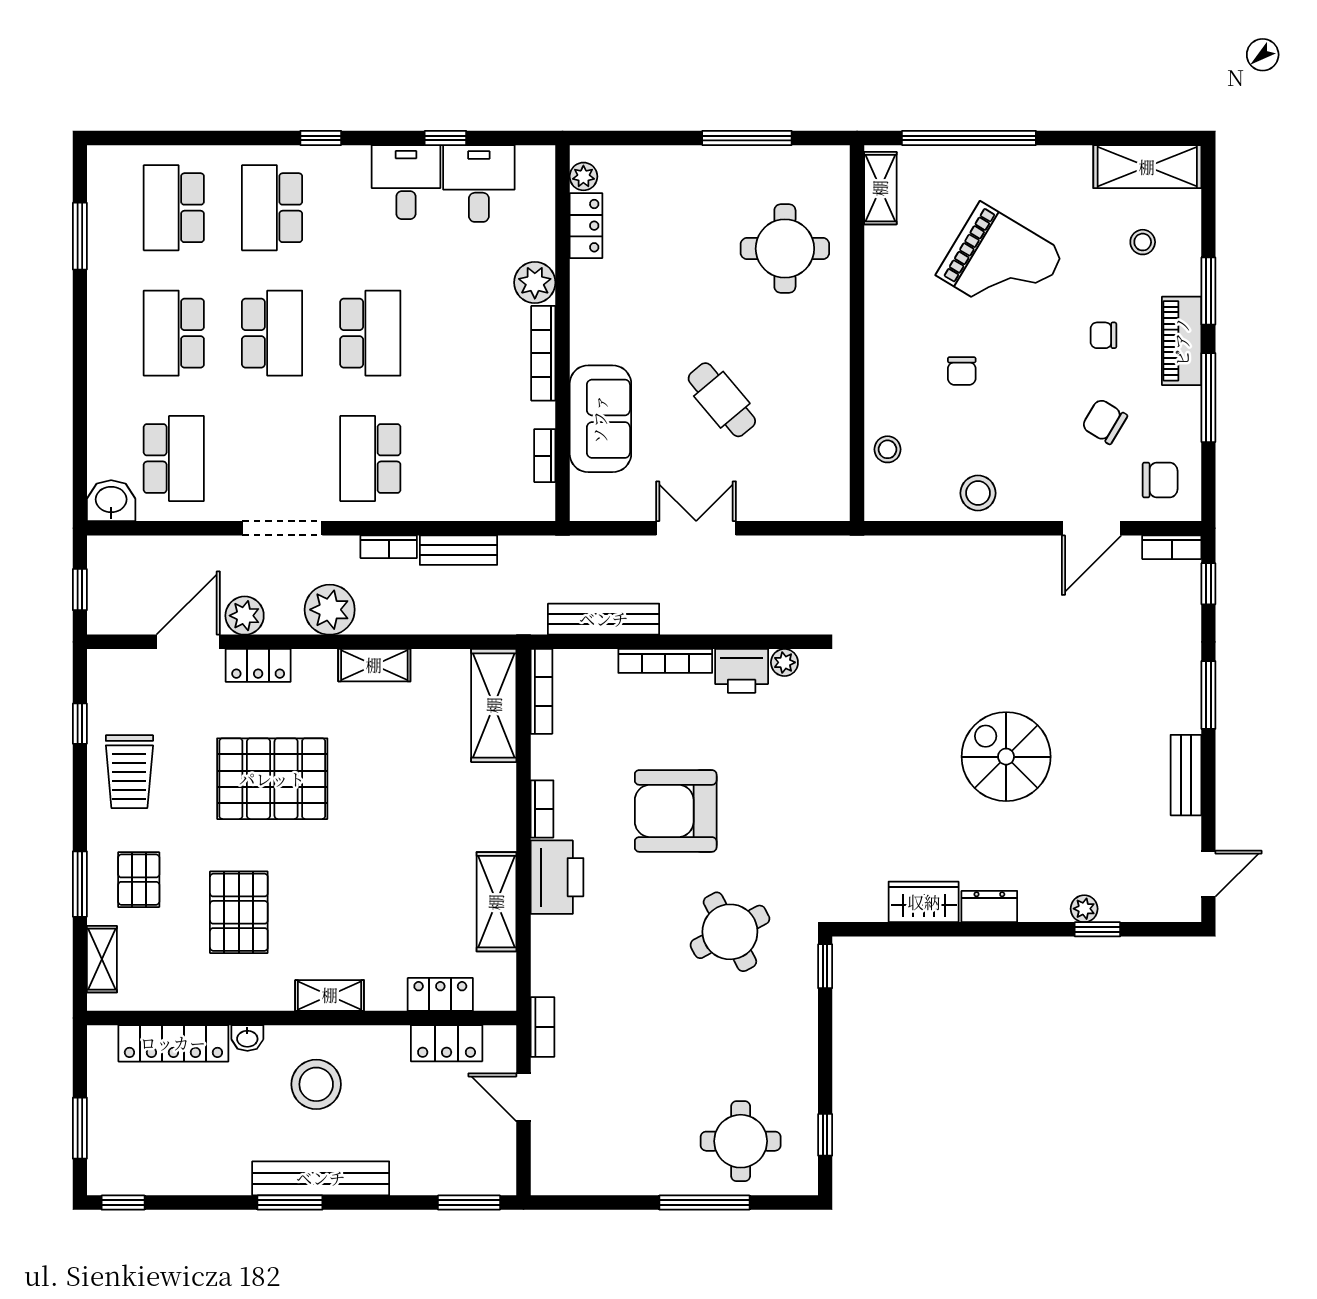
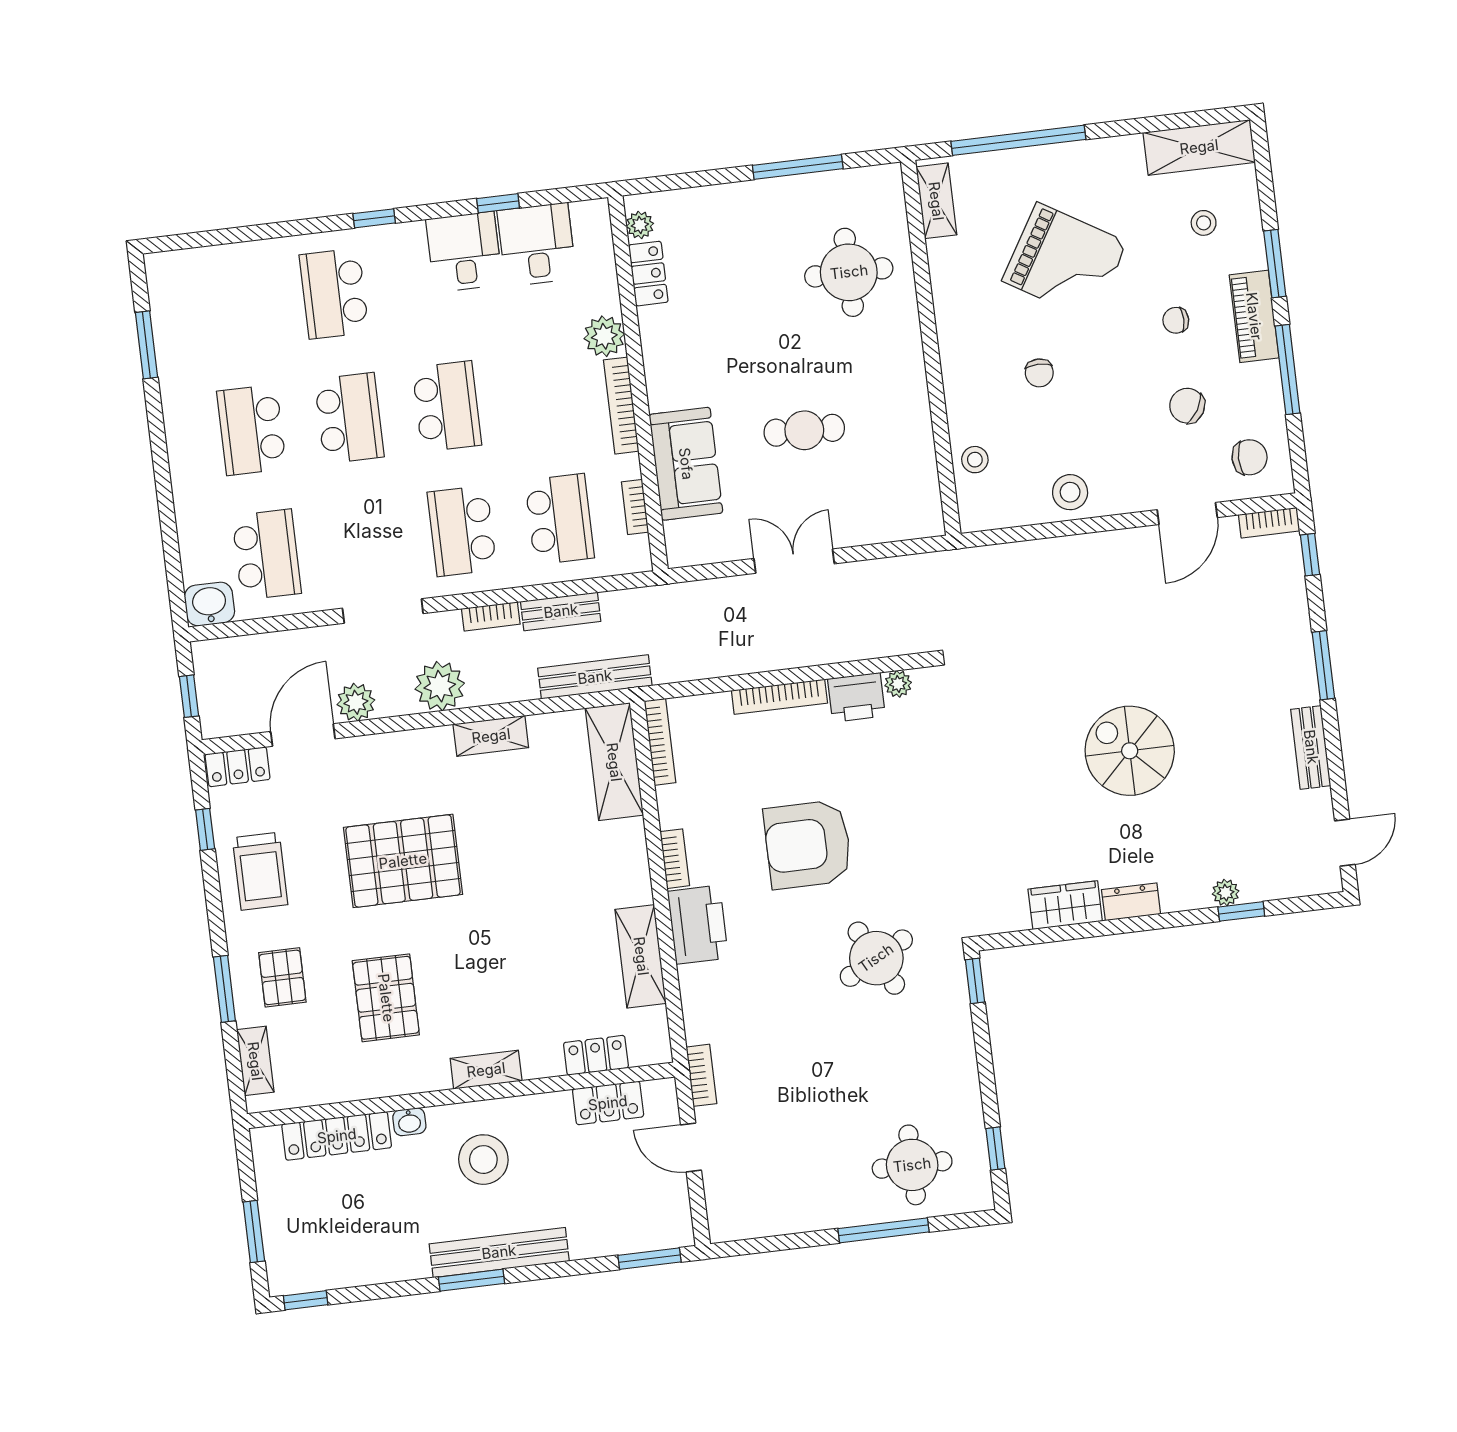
school desk: (174, 208) -> (560, 519), moved, turned 180
cafe table: (722, 400) -> (804, 430), turned -48
bench: (604, 619) -> (595, 677), moved
locker: (258, 665) -> (238, 767), moved

